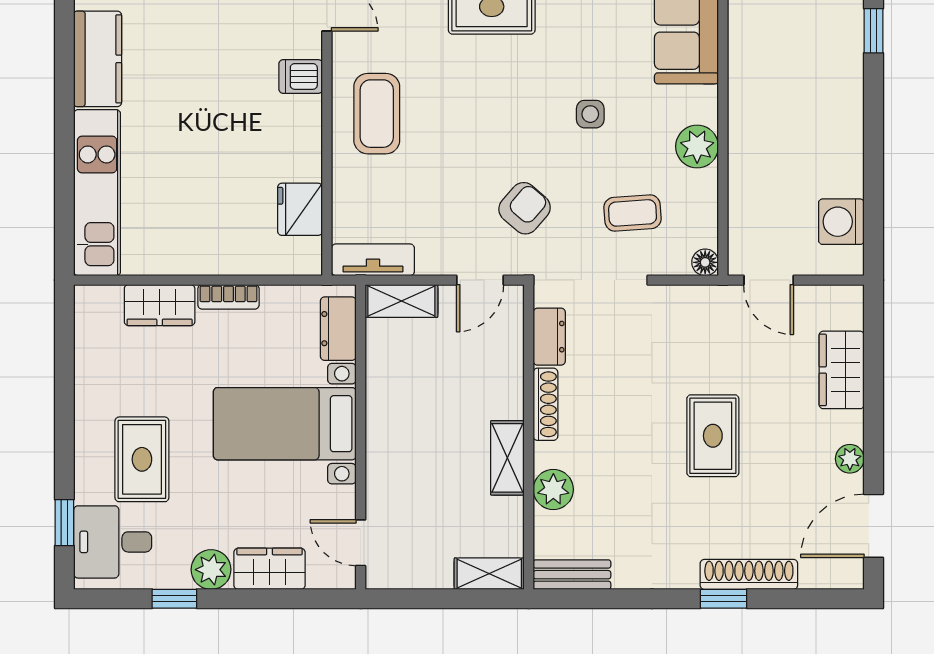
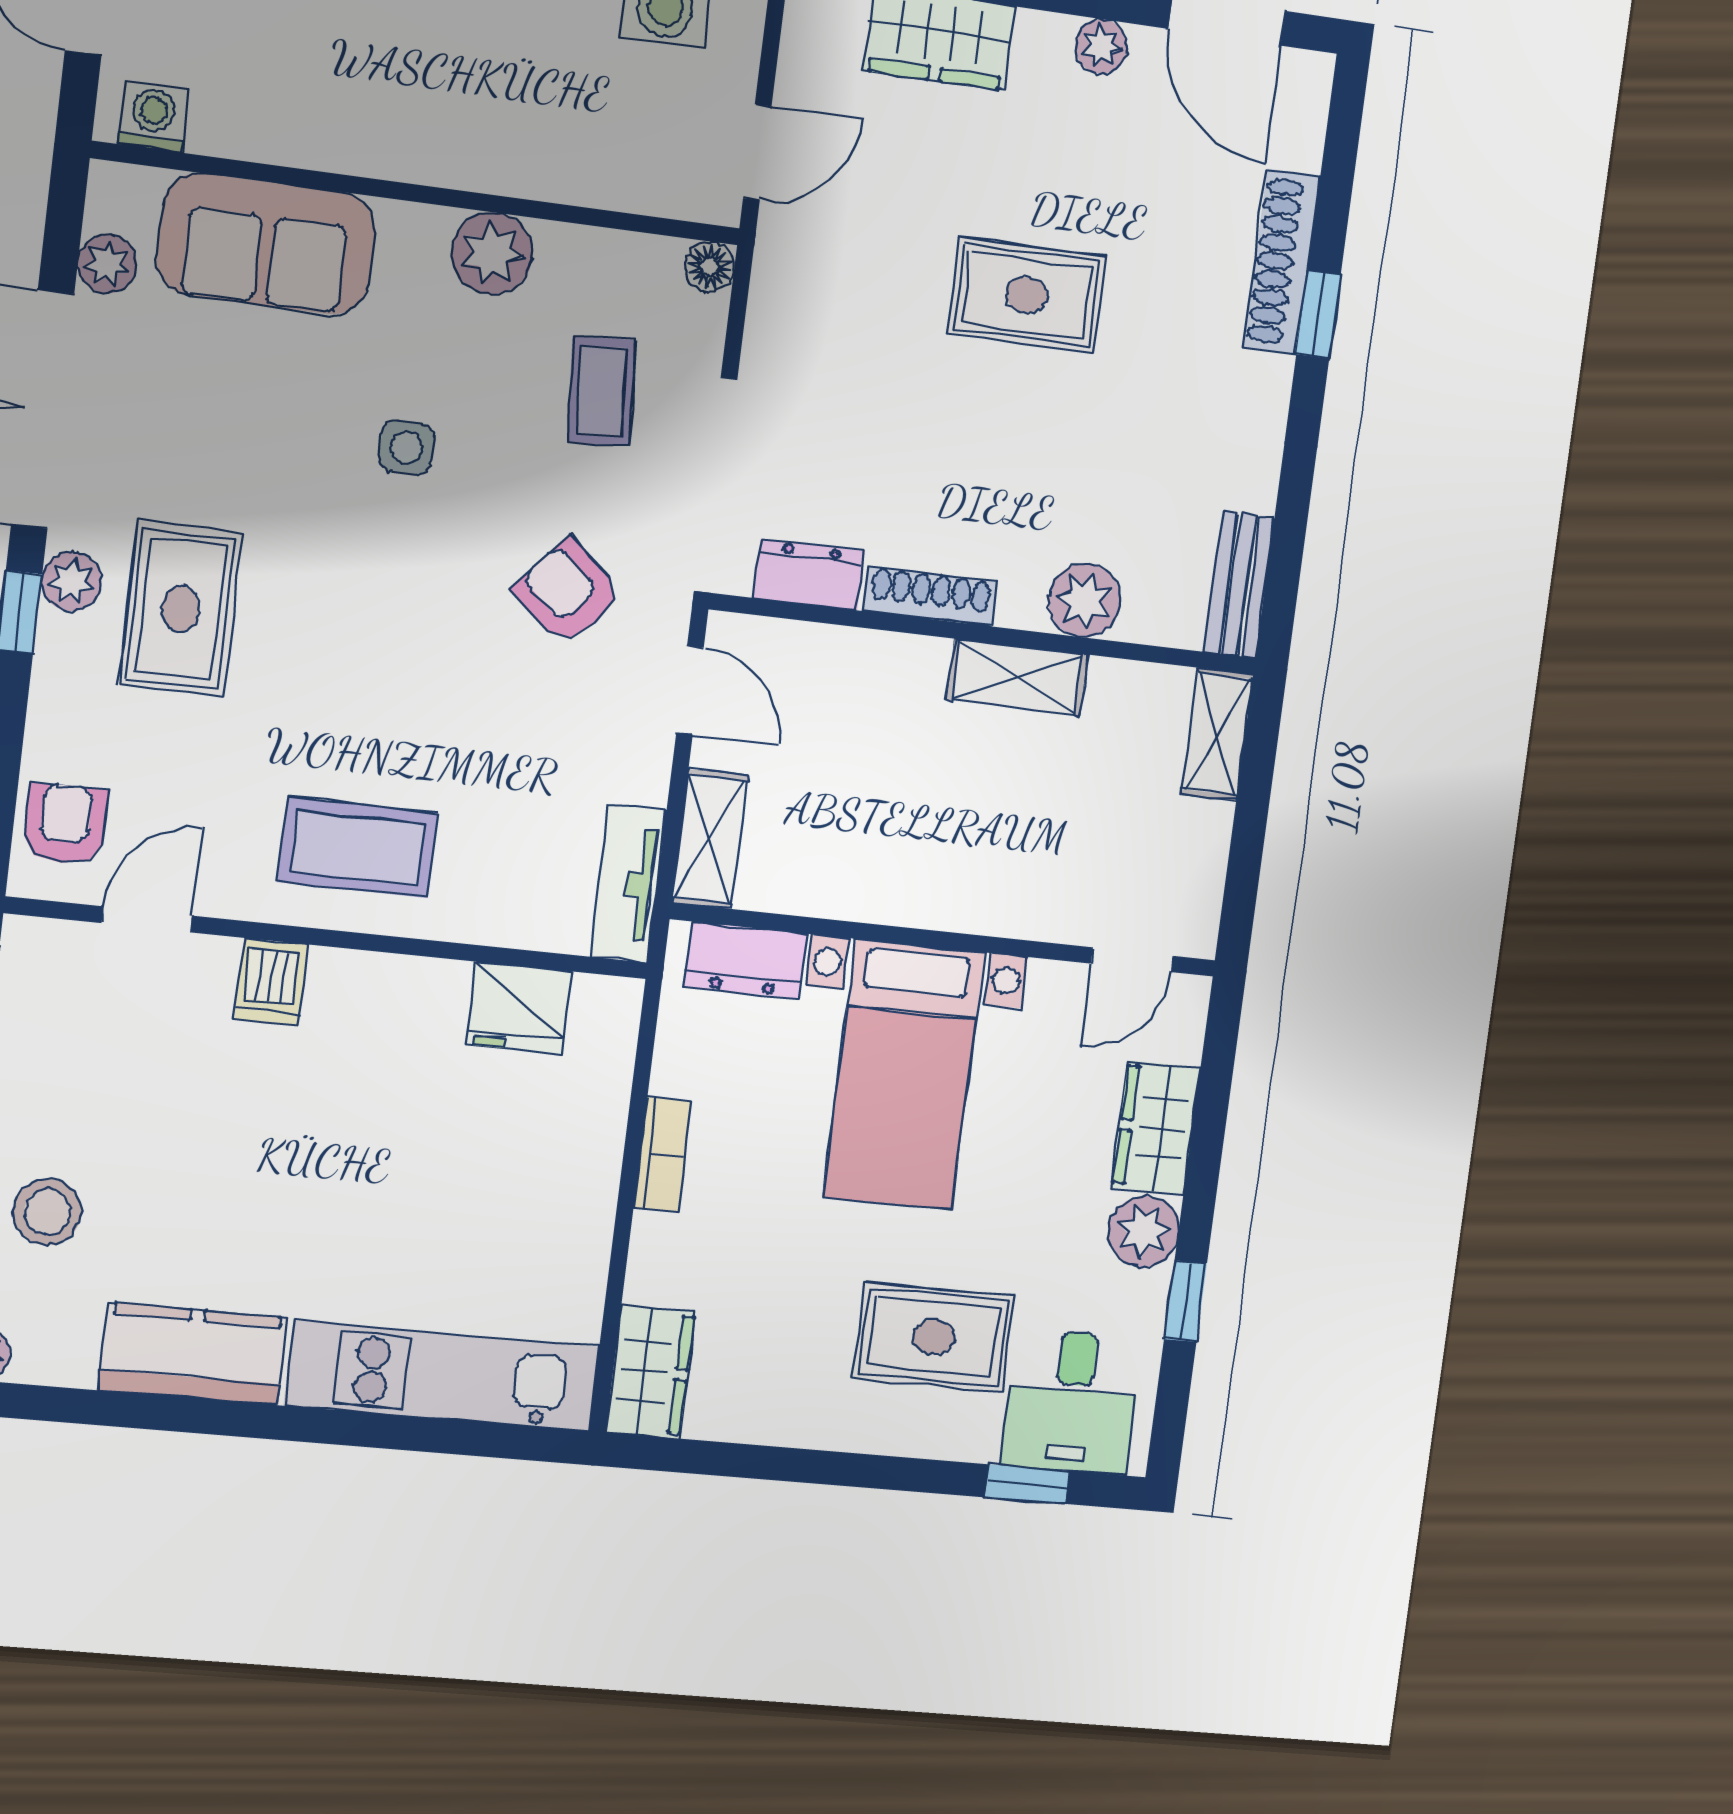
wardrobe: (160, 305) -> (650, 1372), moved

